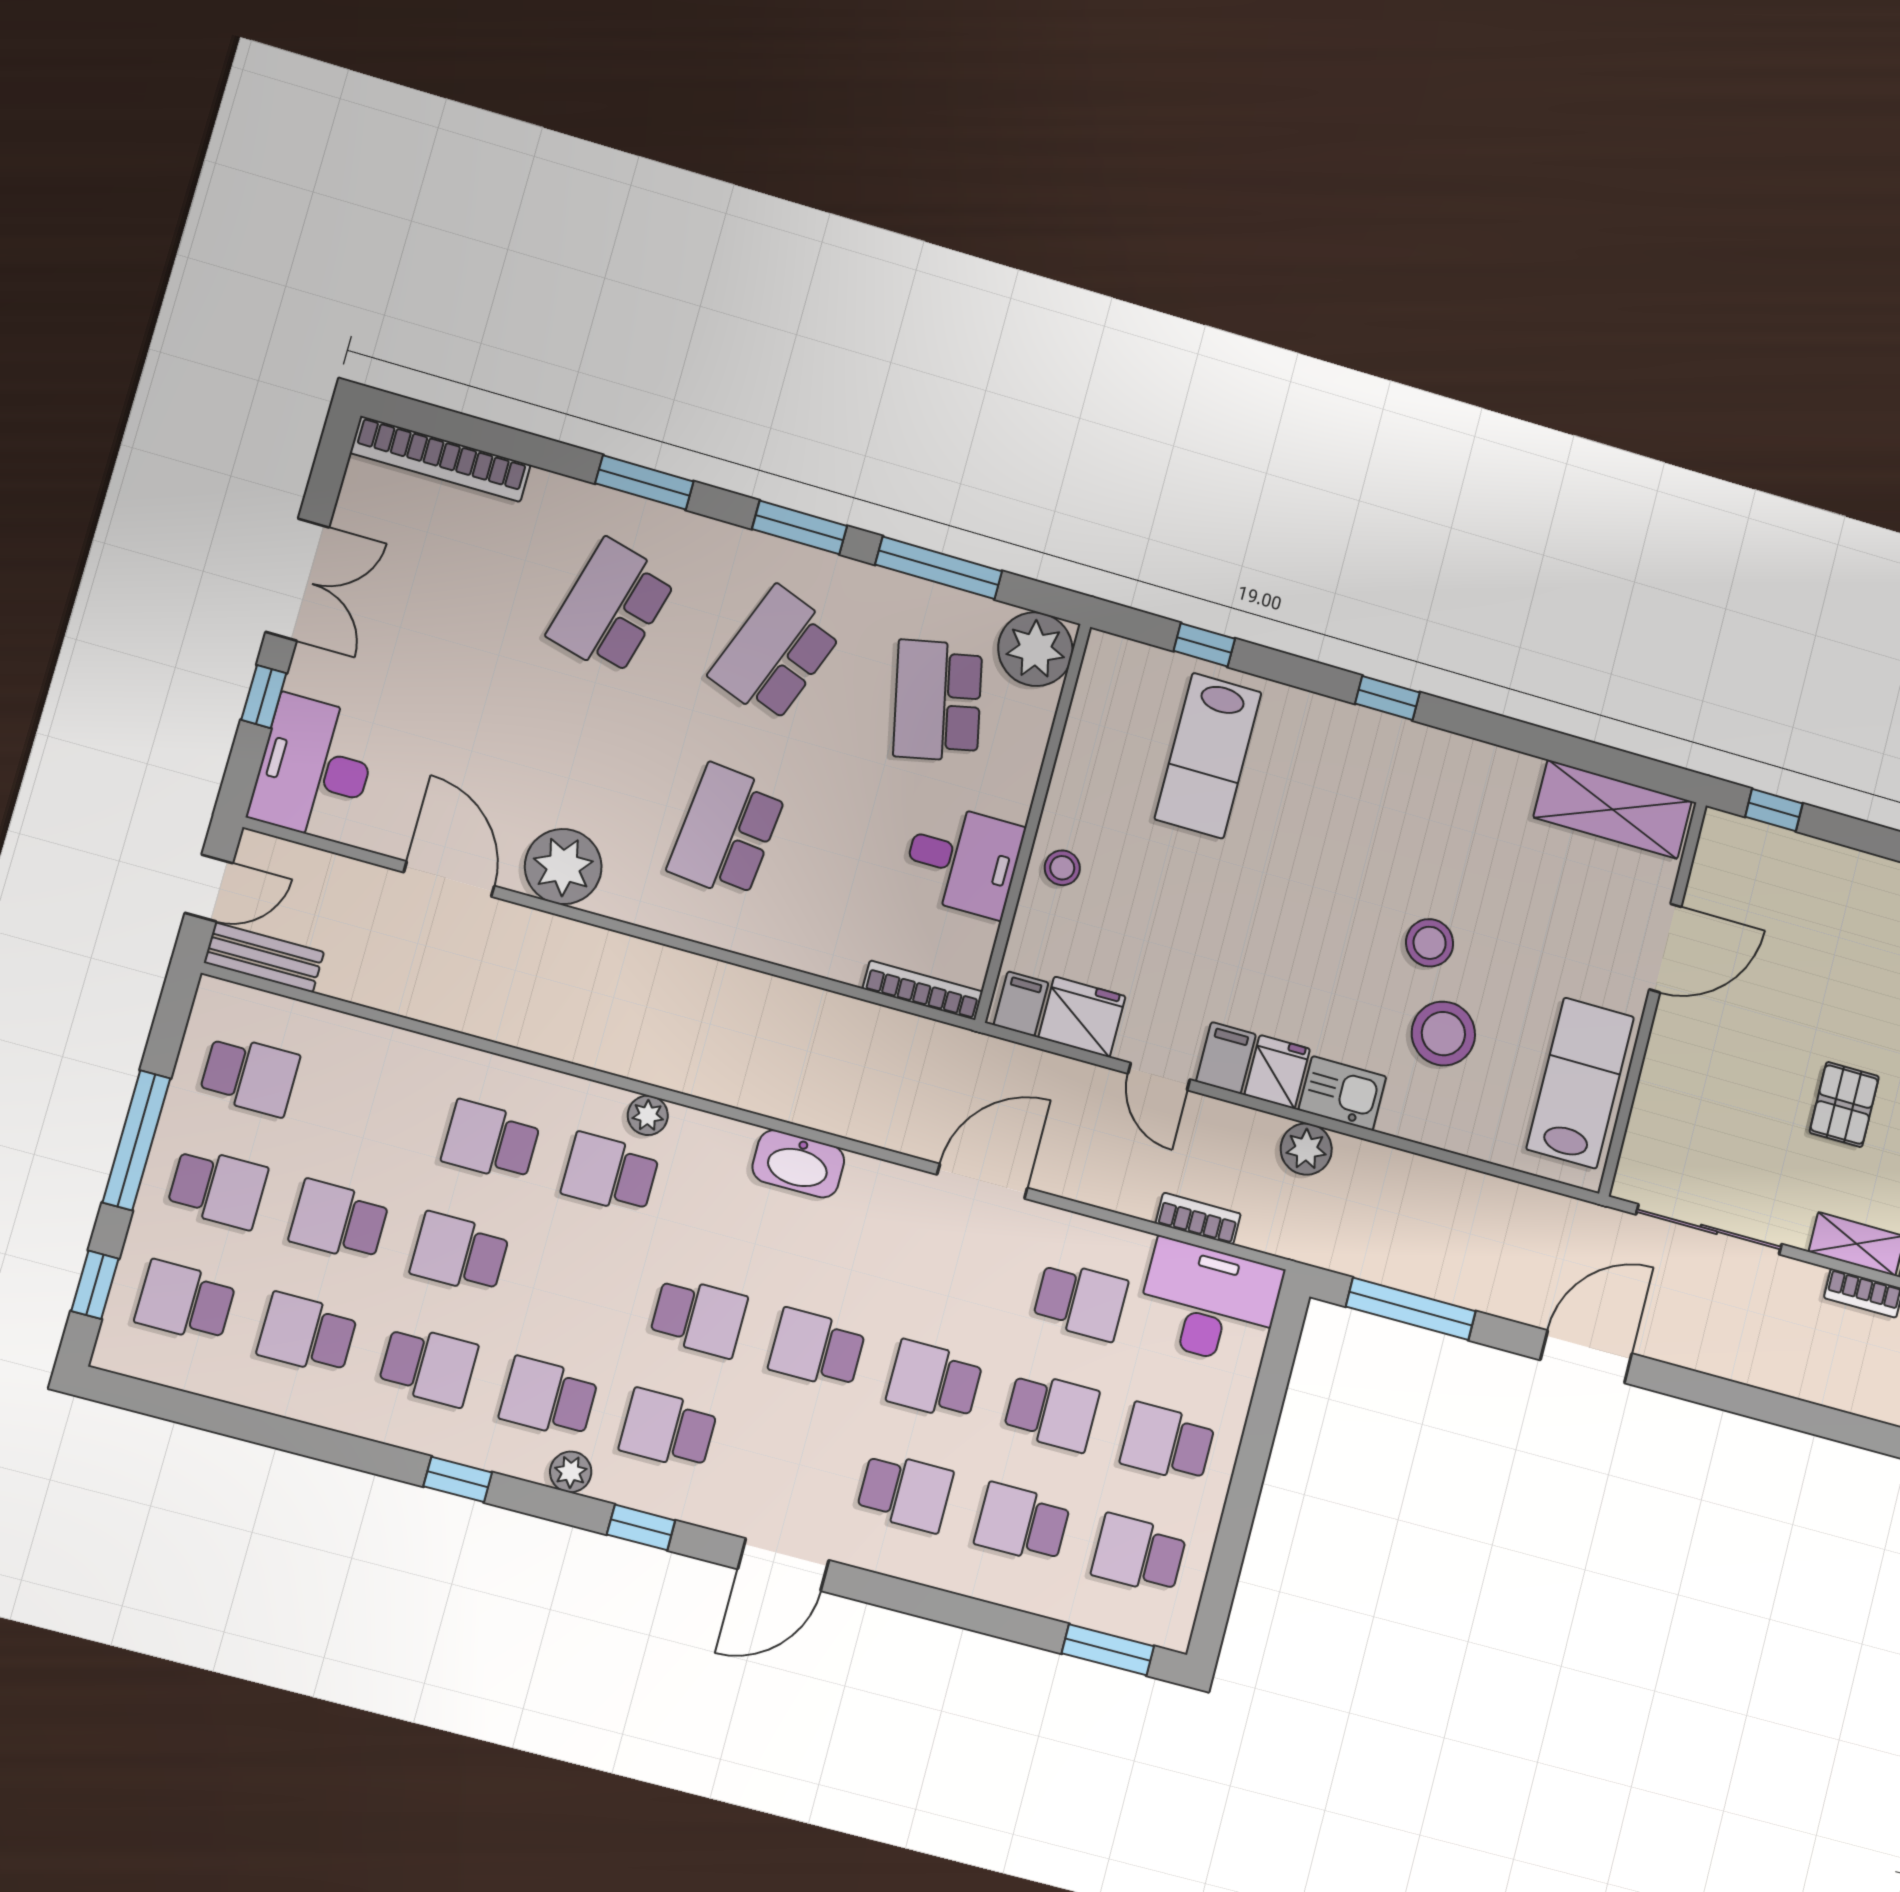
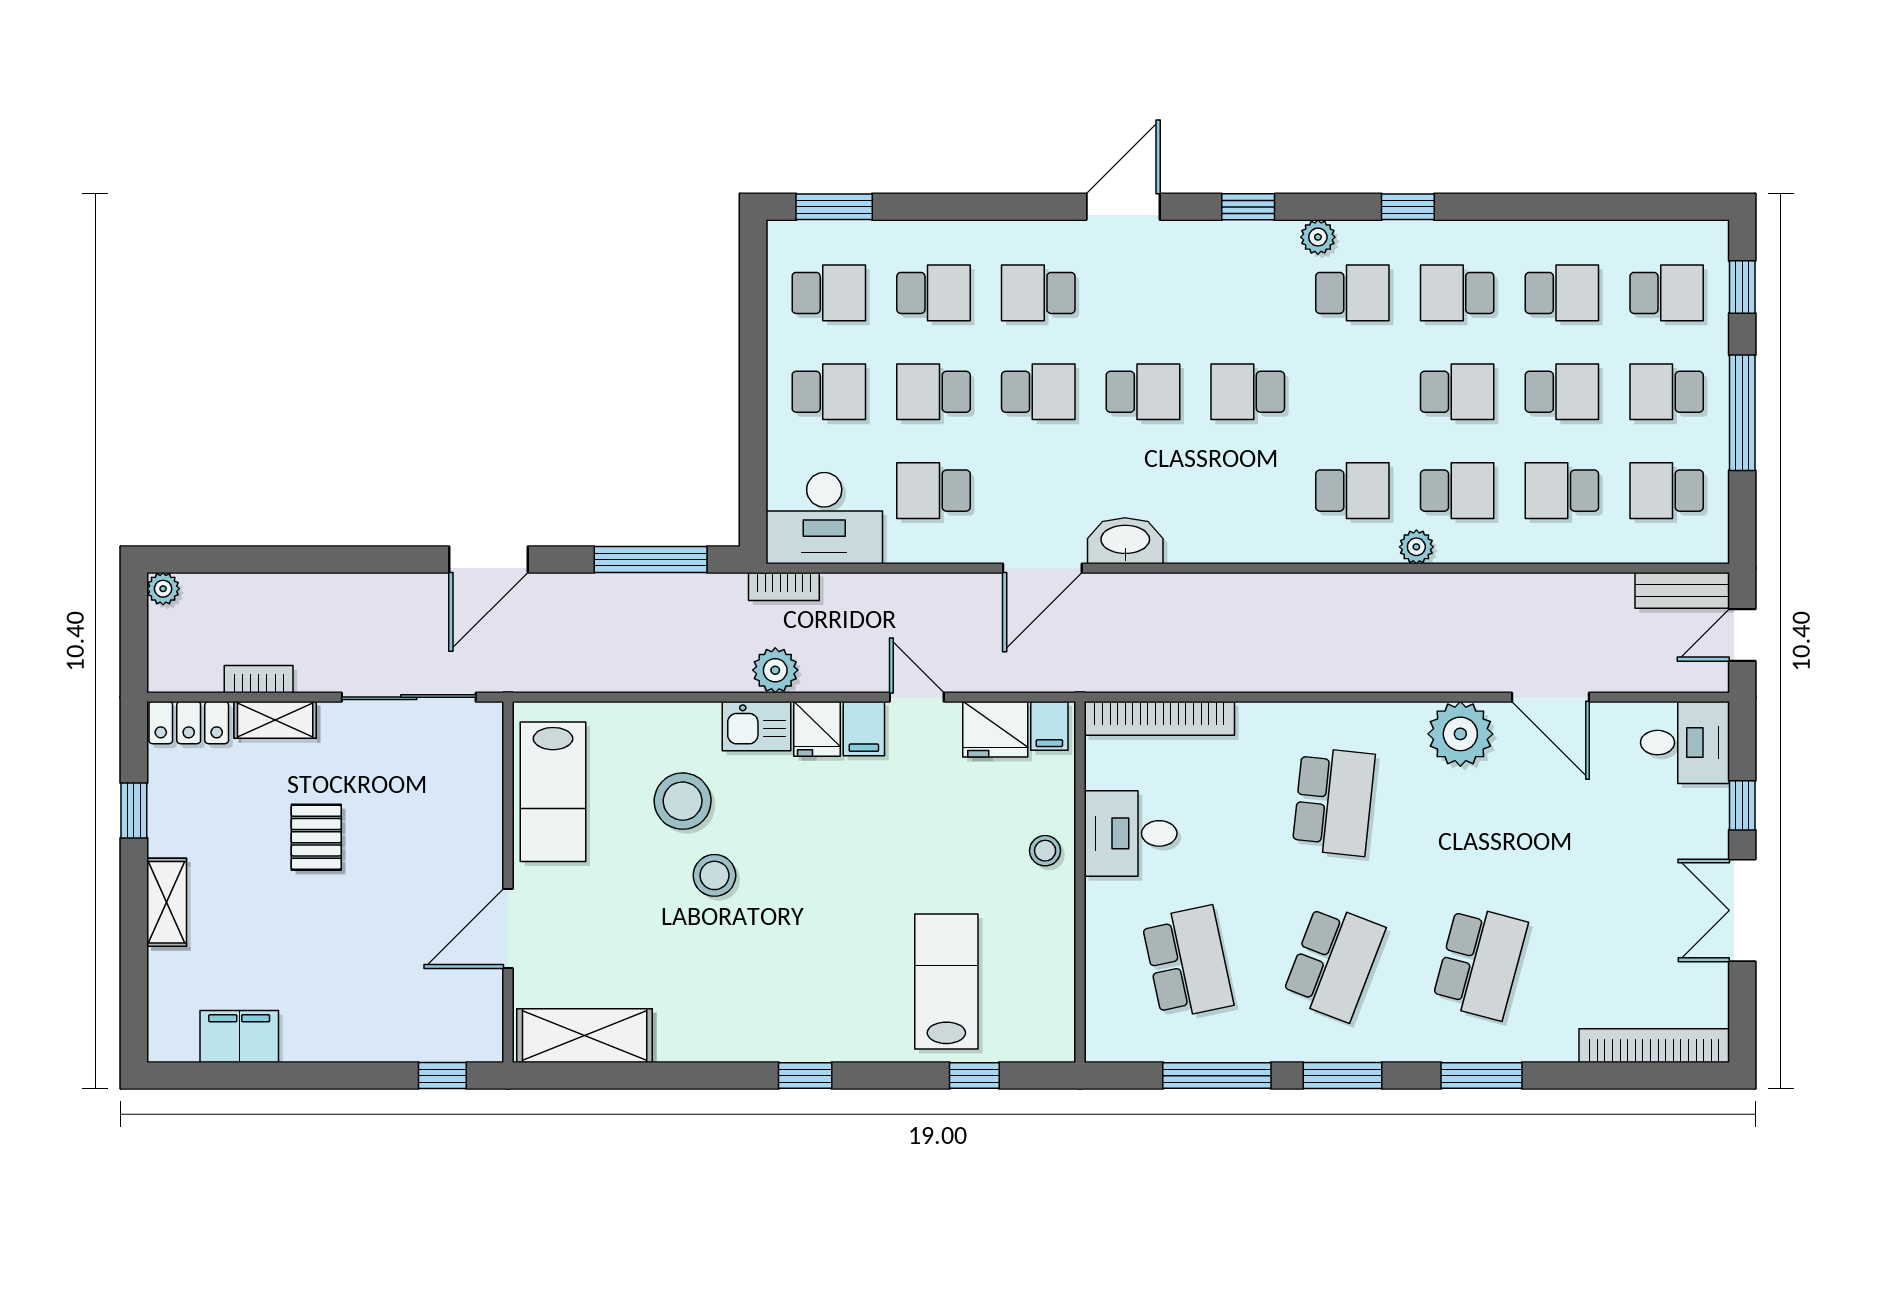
plant: (1035, 649) -> (1117, 1030), removed
desk: (314, 768) -> (1685, 743), width x0.73
bookcase: (923, 990) -> (1159, 718), width x1.48, depth x1.31
plant: (648, 1115) -> (1416, 547), moved
washbasin: (798, 1164) -> (1125, 541), moved
bookcase: (1198, 1219) -> (784, 586), moved
school desk: (668, 1429) -> (1562, 491), moved, turned 180

